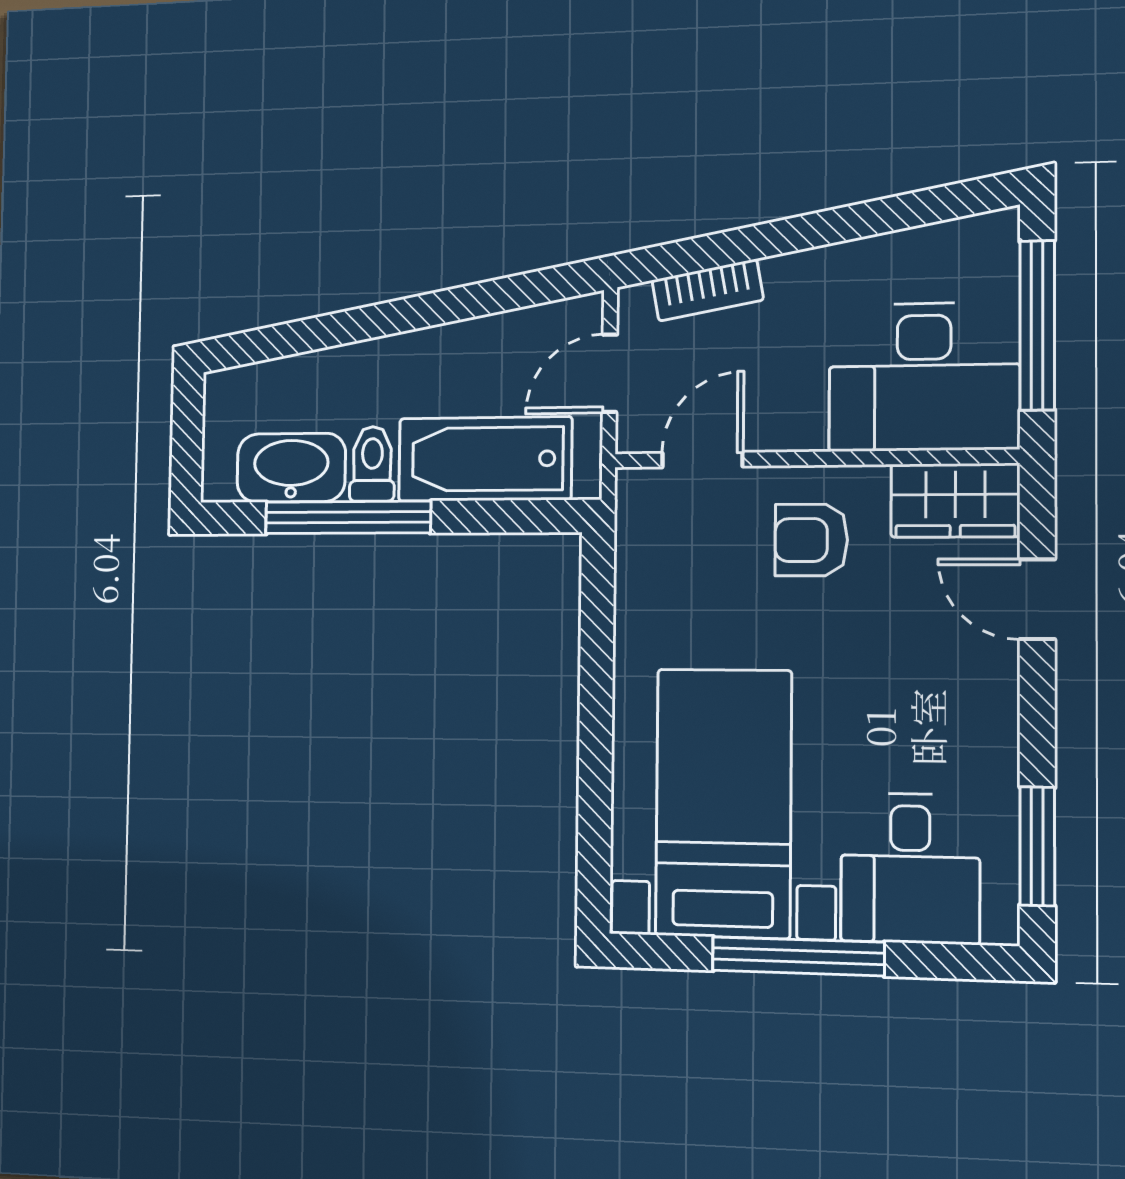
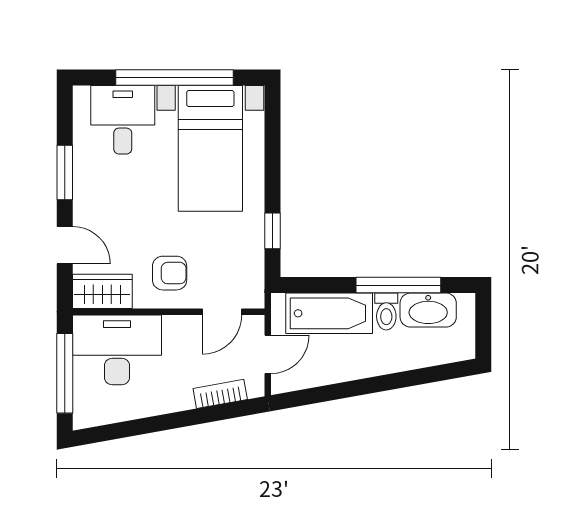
window: (597, 628) -> (272, 231), added
window: (1037, 846) -> (65, 172), moved
window: (798, 956) -> (175, 77), width x1.46

